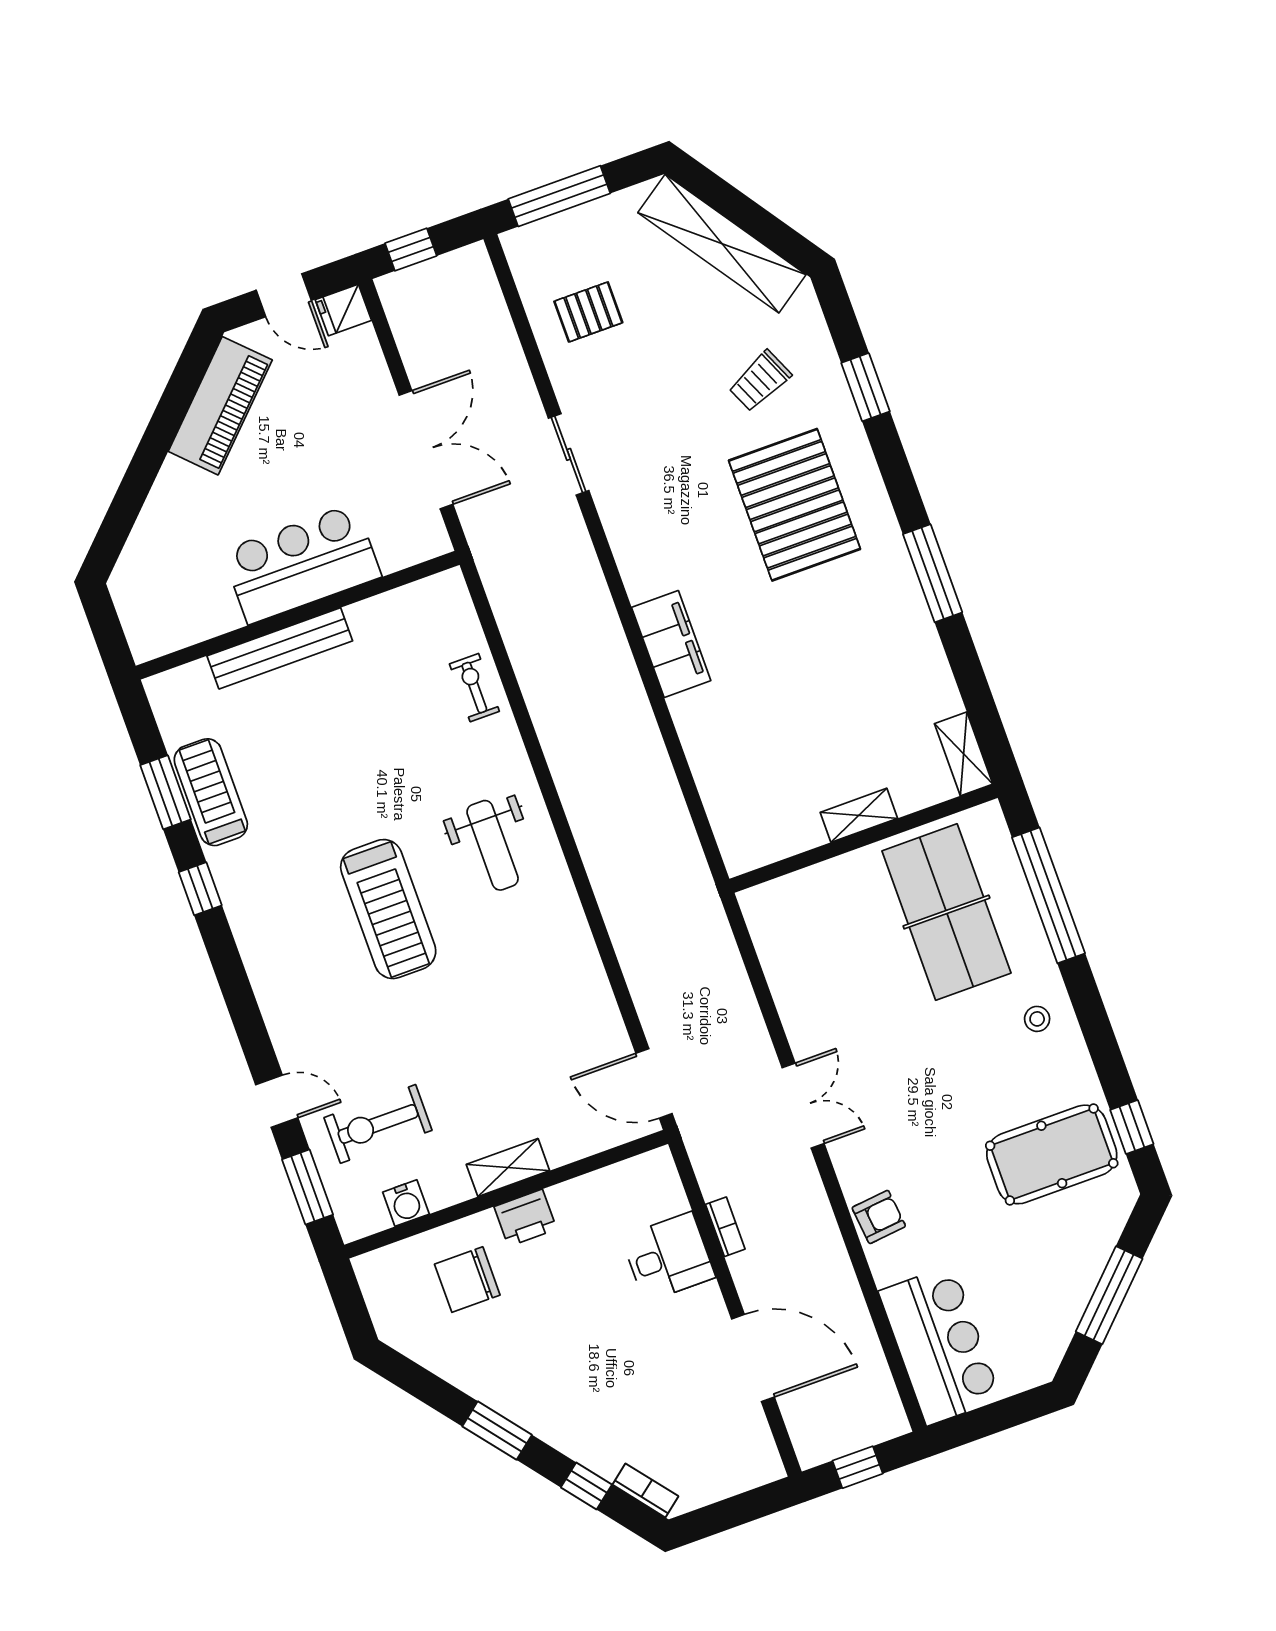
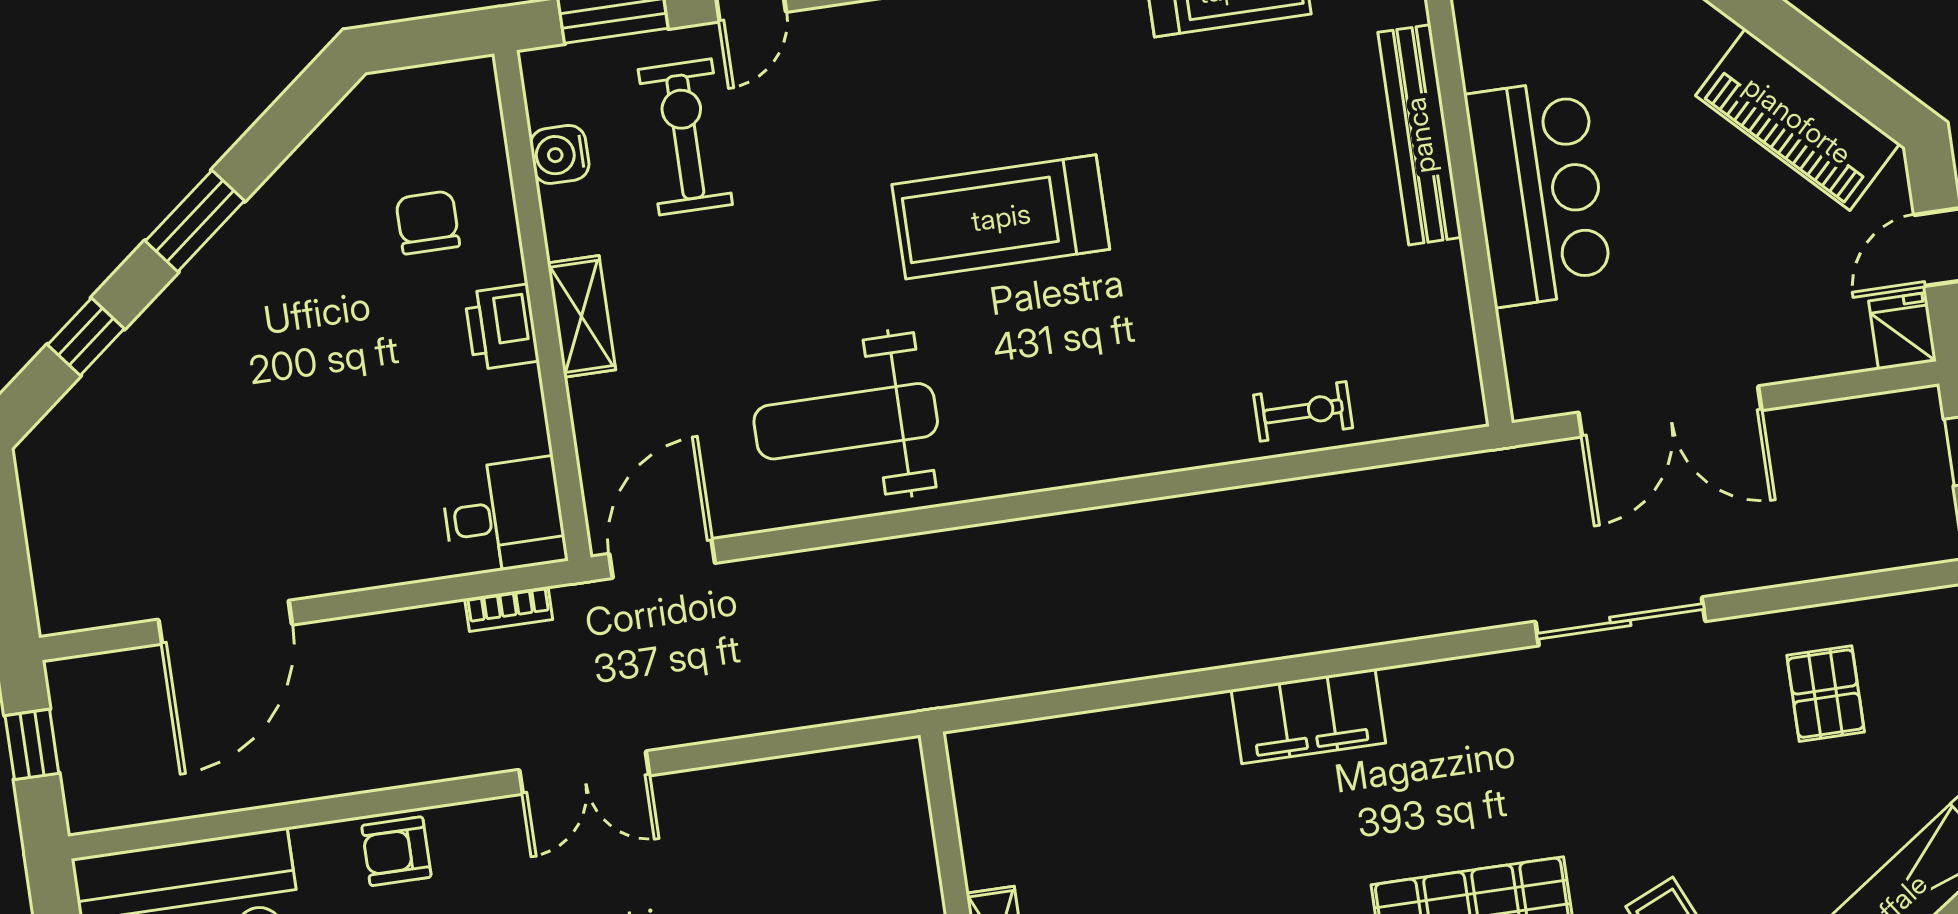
sliding door: (569, 454) -> (1620, 621), width x1.37
weight bench: (493, 845) -> (846, 421), moved, width x1.36, depth x1.33
armchair: (879, 1217) -> (396, 851), turned 96
bookcase: (725, 1227) -> (509, 609), moved
desk: (668, 1257) -> (504, 516), moved, turned -90
chair: (467, 1280) -> (428, 222), width x0.73, depth x0.73
bookcase: (645, 1490) -> (61, 423), removed

